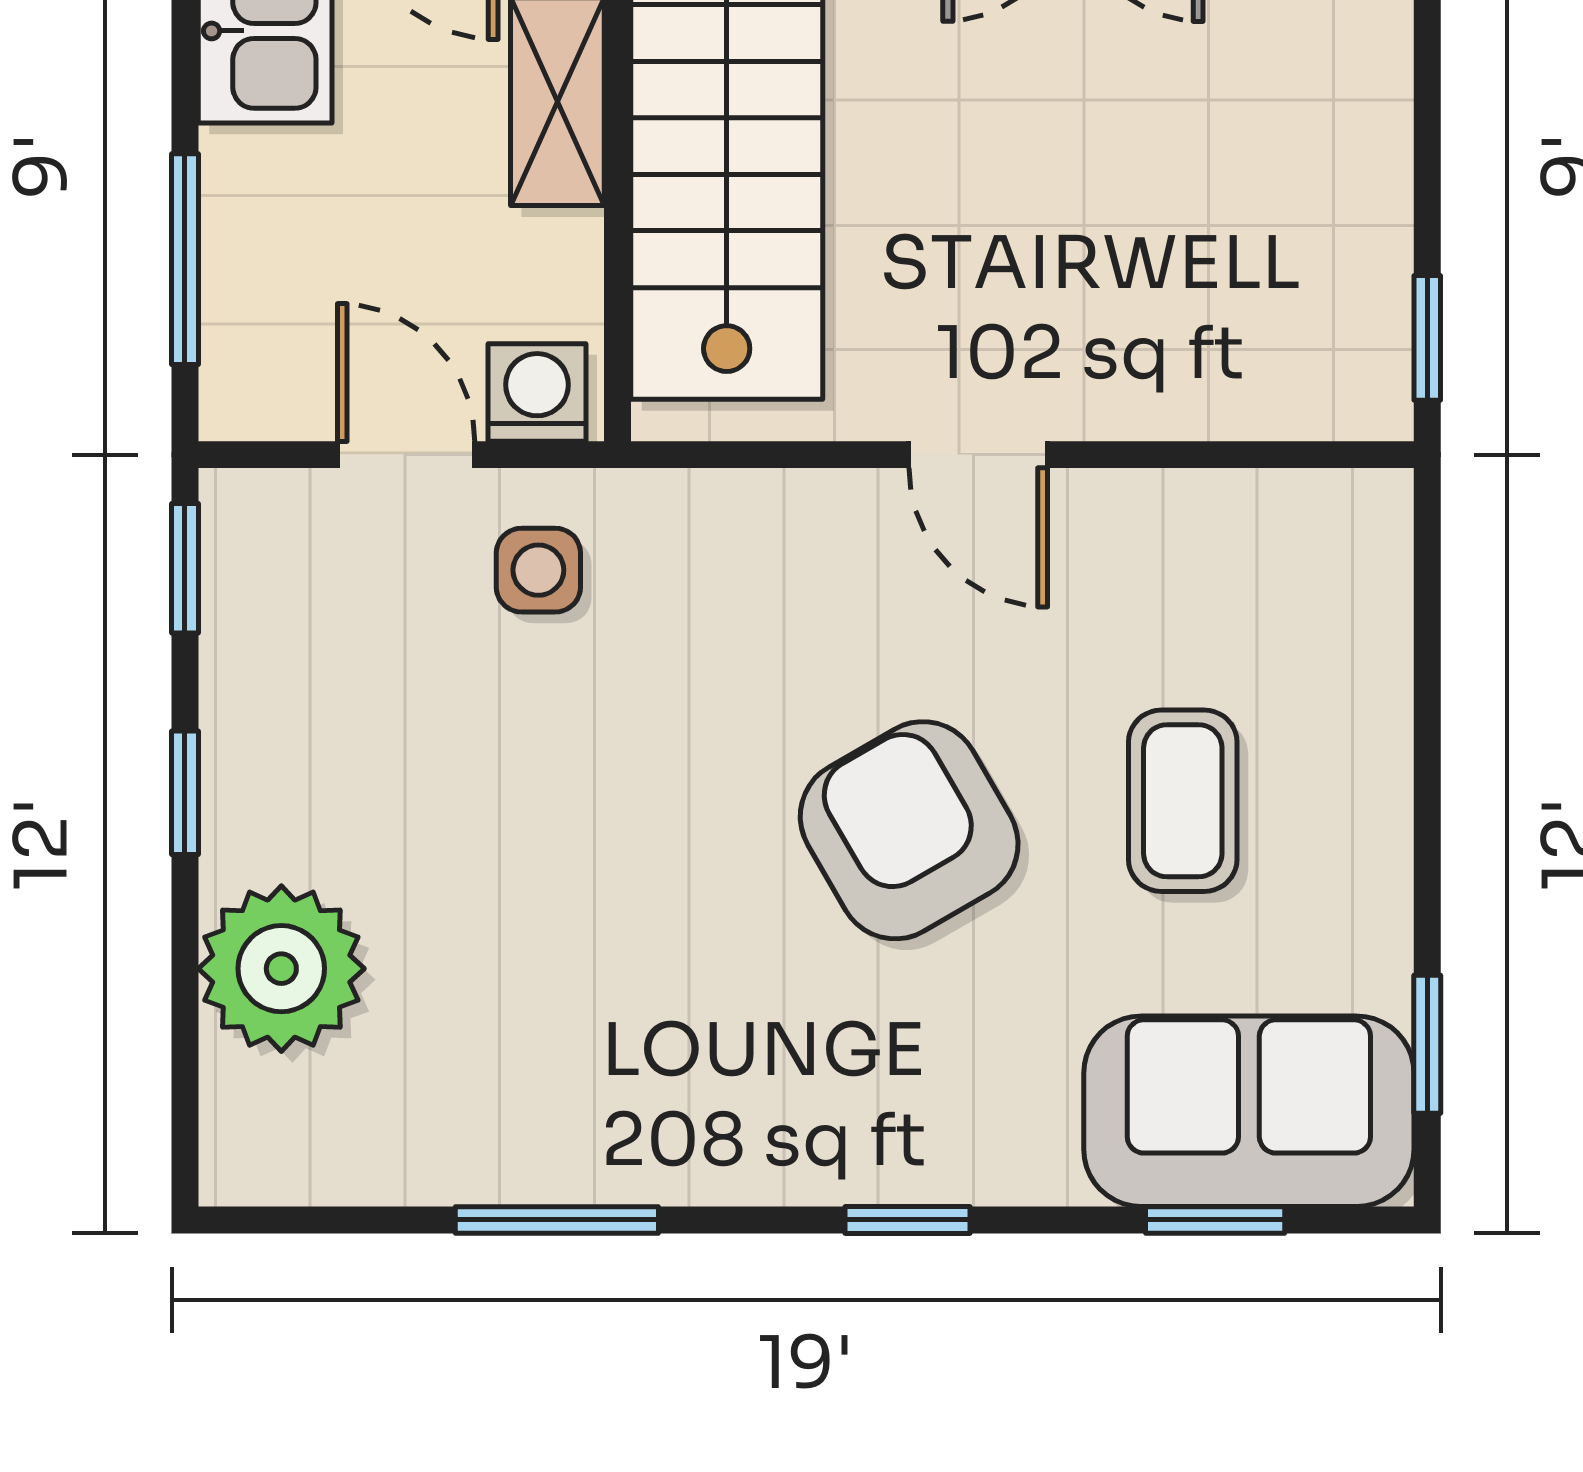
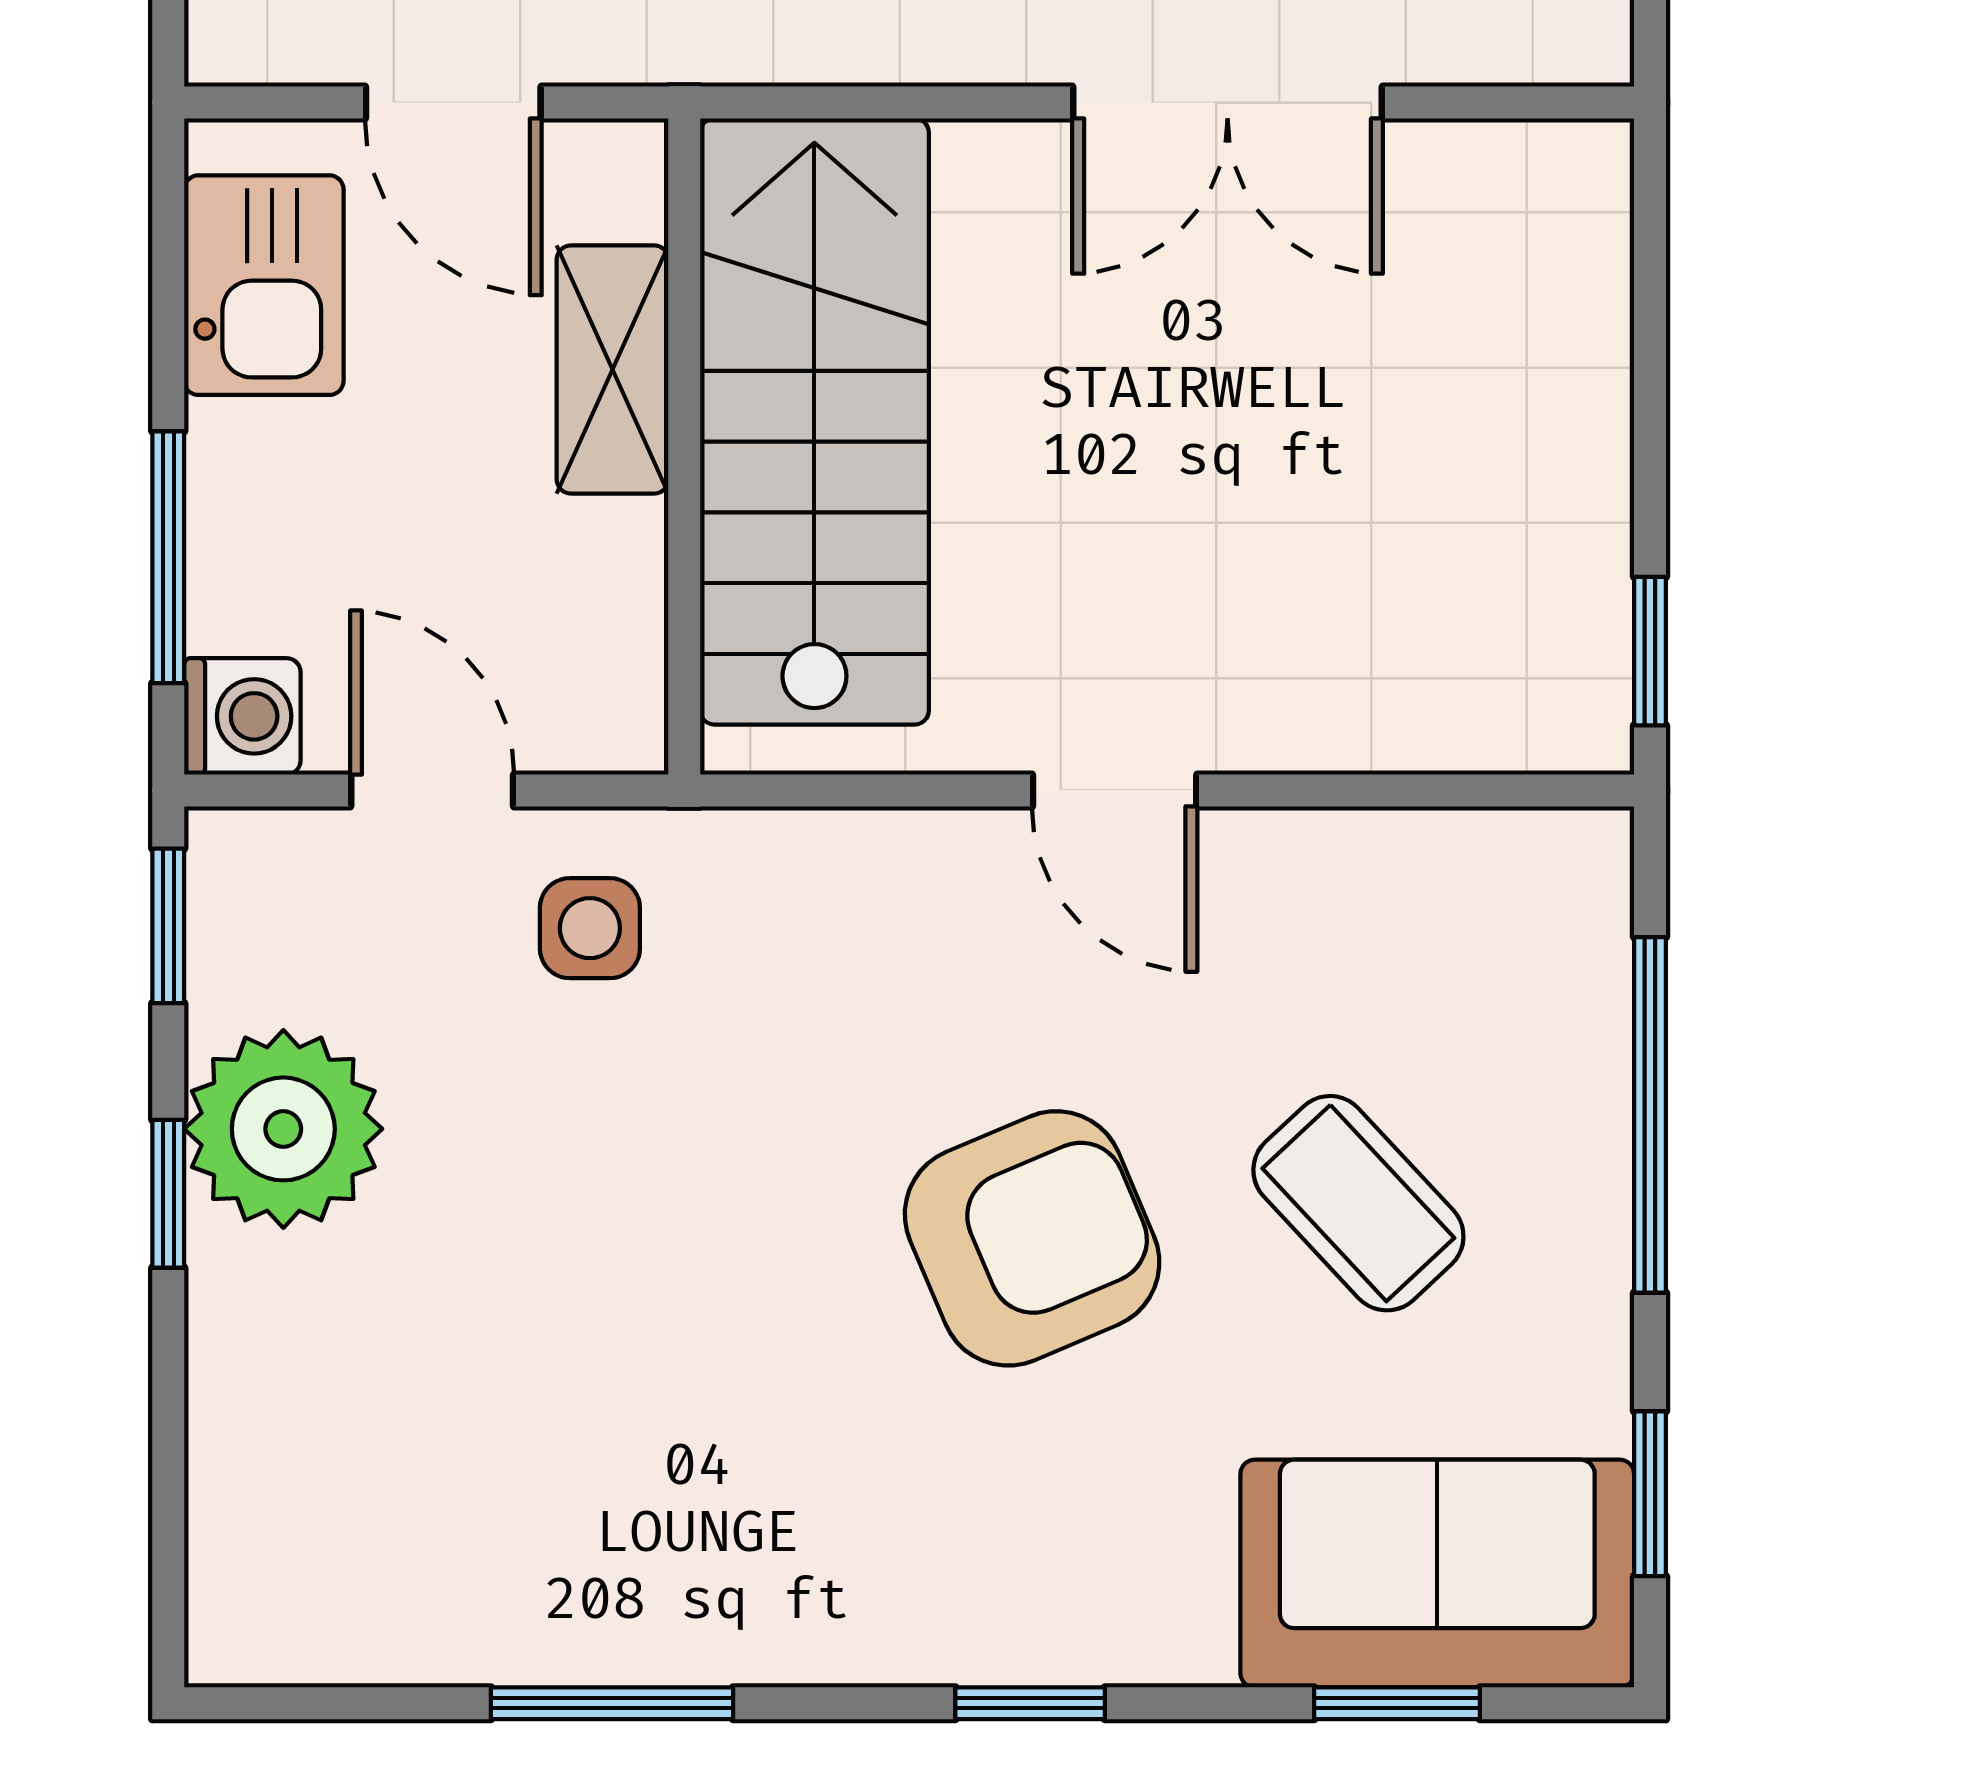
washing machine: (537, 393) -> (242, 716), moved, turned 90
window: (1427, 727) -> (1650, 1115), added
coffee table: (1183, 801) -> (1358, 1203), turned -43
armchair: (909, 830) -> (1032, 1238), turned 97
plant: (281, 969) -> (283, 1129), moved

